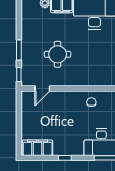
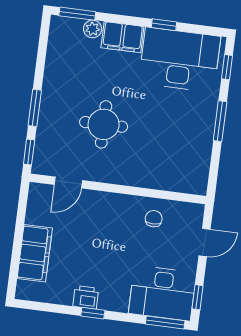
filing cabinet: (38, 148) -> (35, 253), moved, turned 90
printer: (60, 150) -> (86, 297), added

